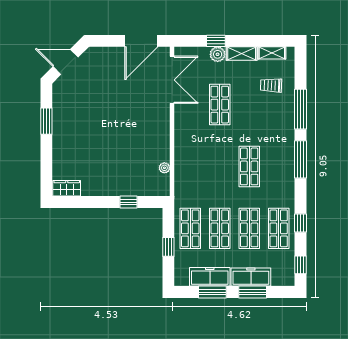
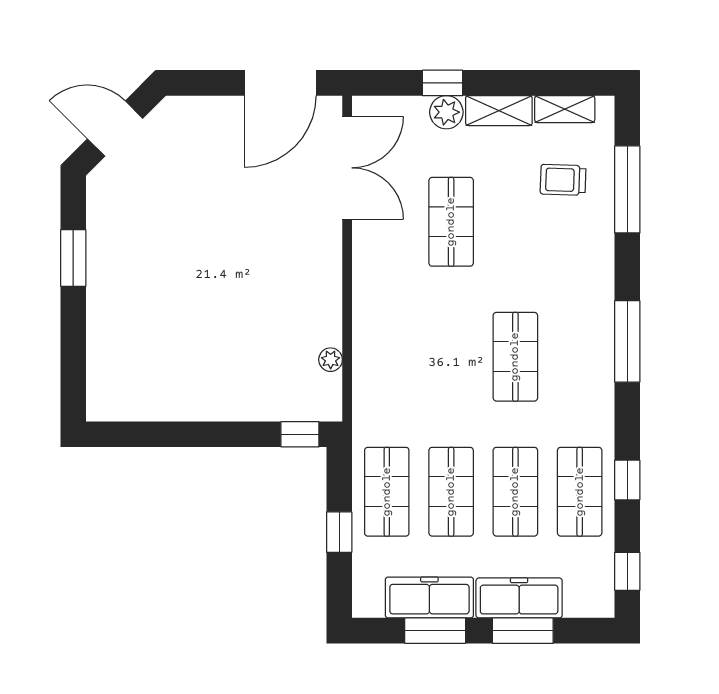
window: (301, 109) -> (627, 189), moved
wardrobe: (67, 188) -> (117, 404), removed
window: (129, 202) -> (300, 434), moved

